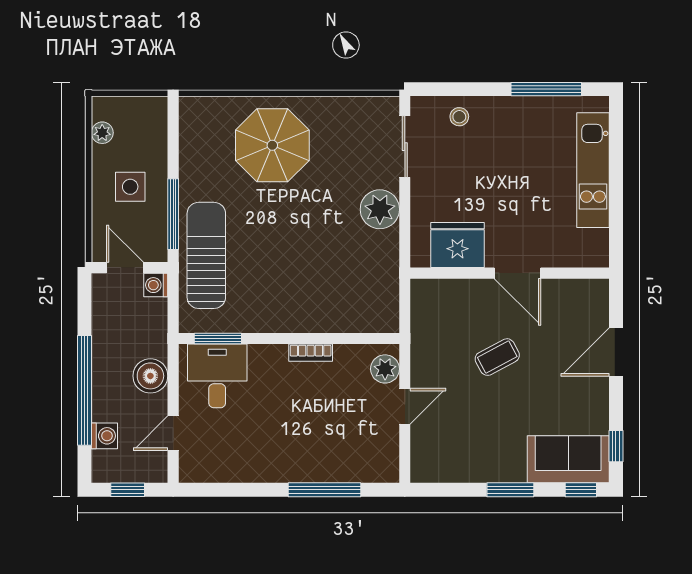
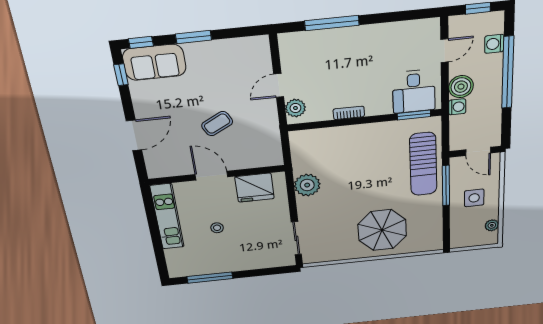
stool: (459, 117) -> (217, 228), moved
kitchen unit: (593, 170) -> (167, 217), moved
plant: (380, 209) -> (307, 185), moved
washing machine: (156, 285) -> (457, 107), moved

